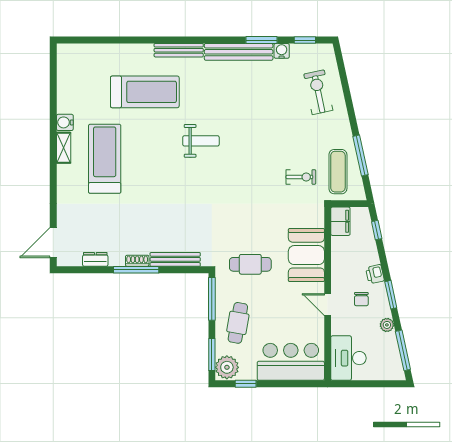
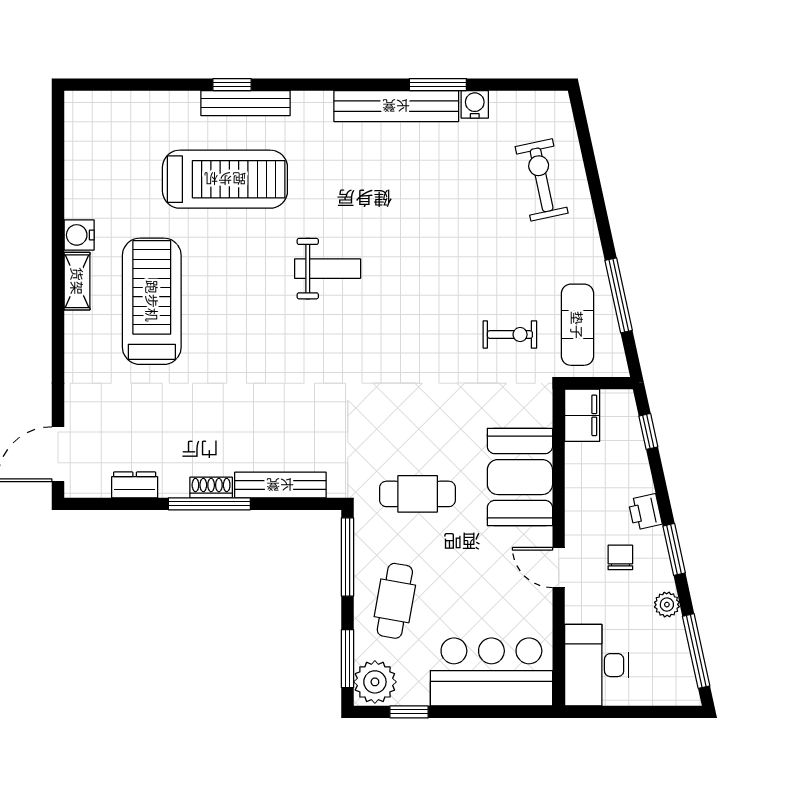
window: (305, 40) -> (232, 85), moved
bench: (179, 50) -> (245, 103), moved
chair: (361, 299) -> (620, 557), turned 180

